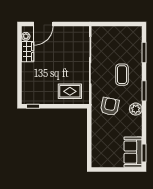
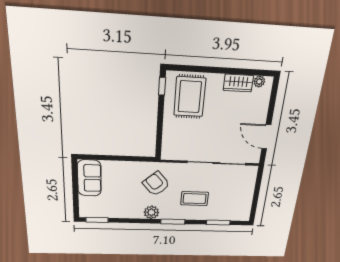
door: (43, 24) -> (266, 137), moved
rug: (70, 91) -> (190, 97), moved, width x1.36, depth x1.43
armchair: (110, 107) -> (156, 184), turned -143
sofa: (133, 152) -> (89, 178), moved, turned 90

